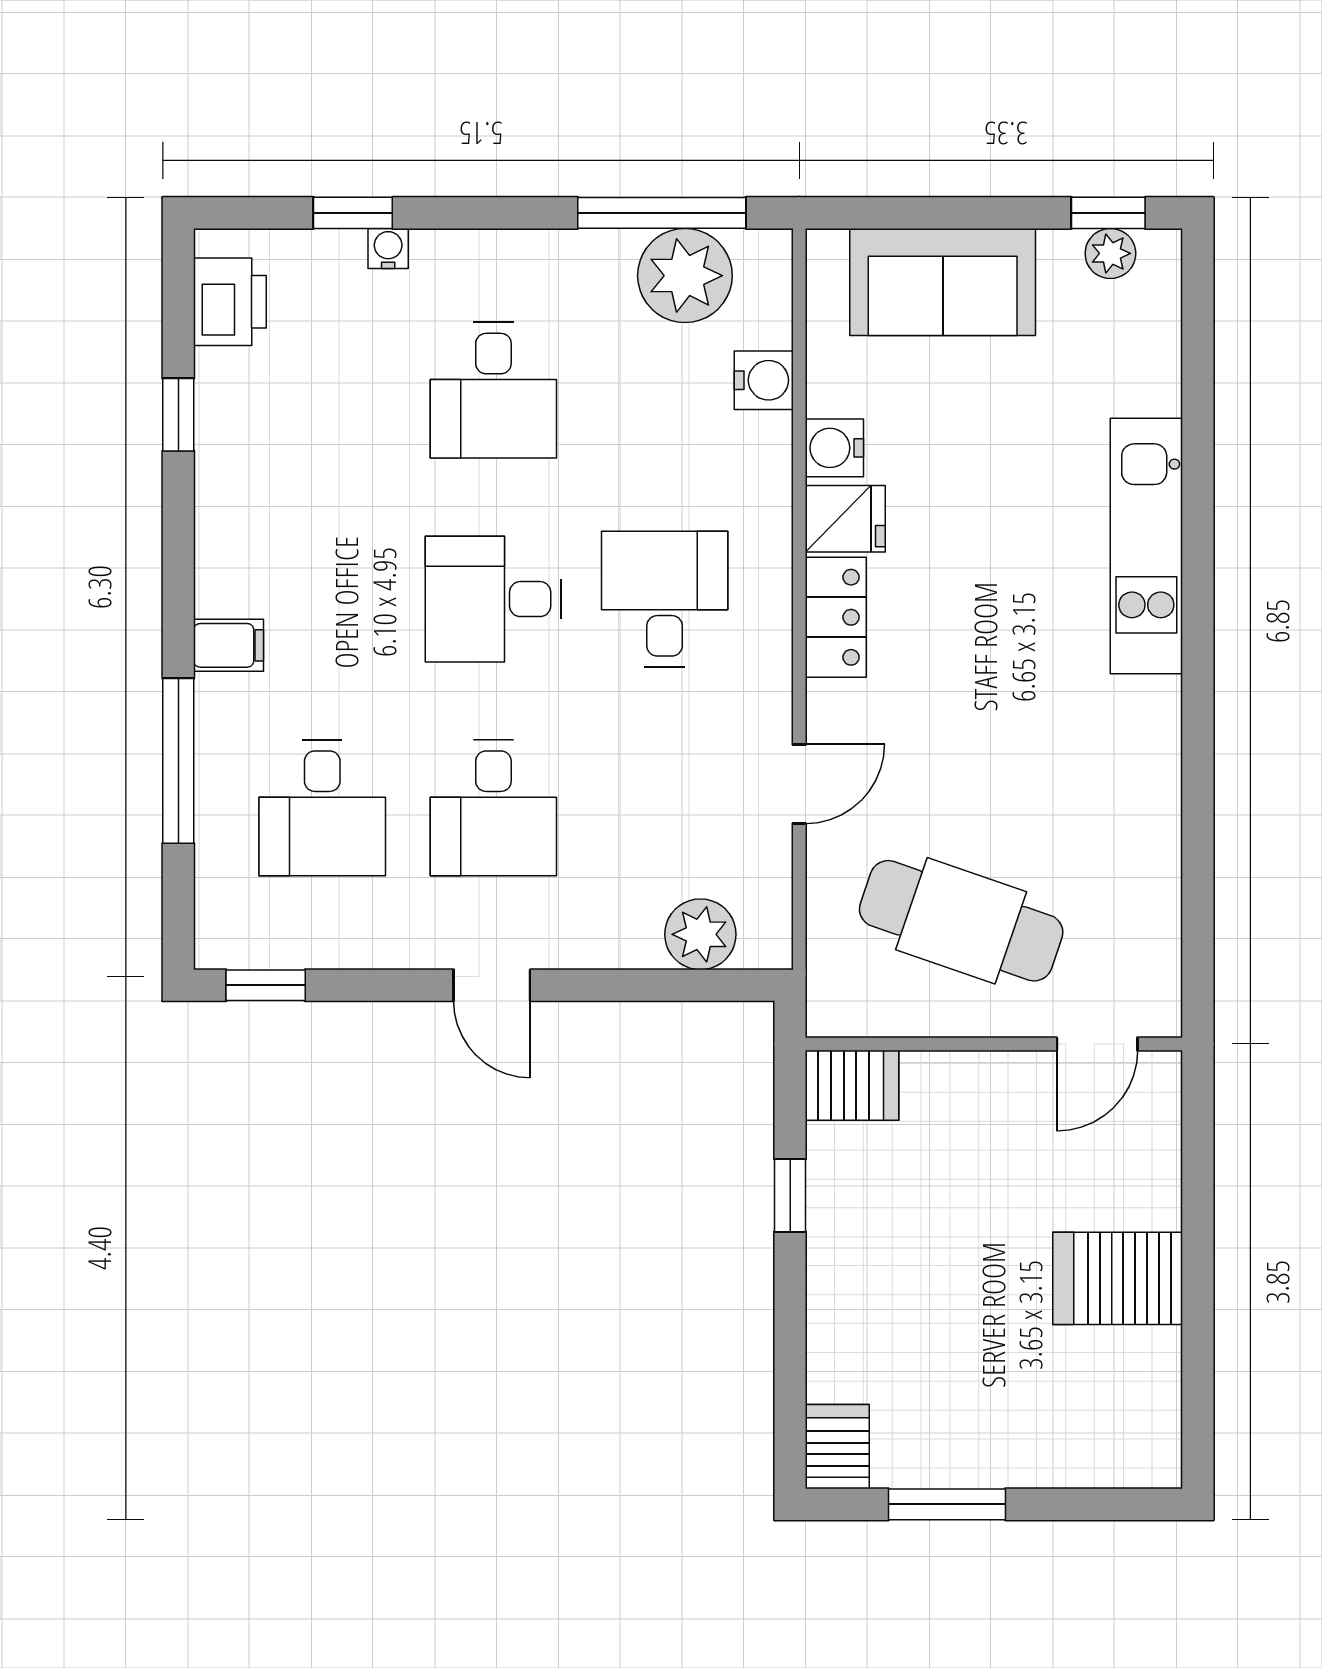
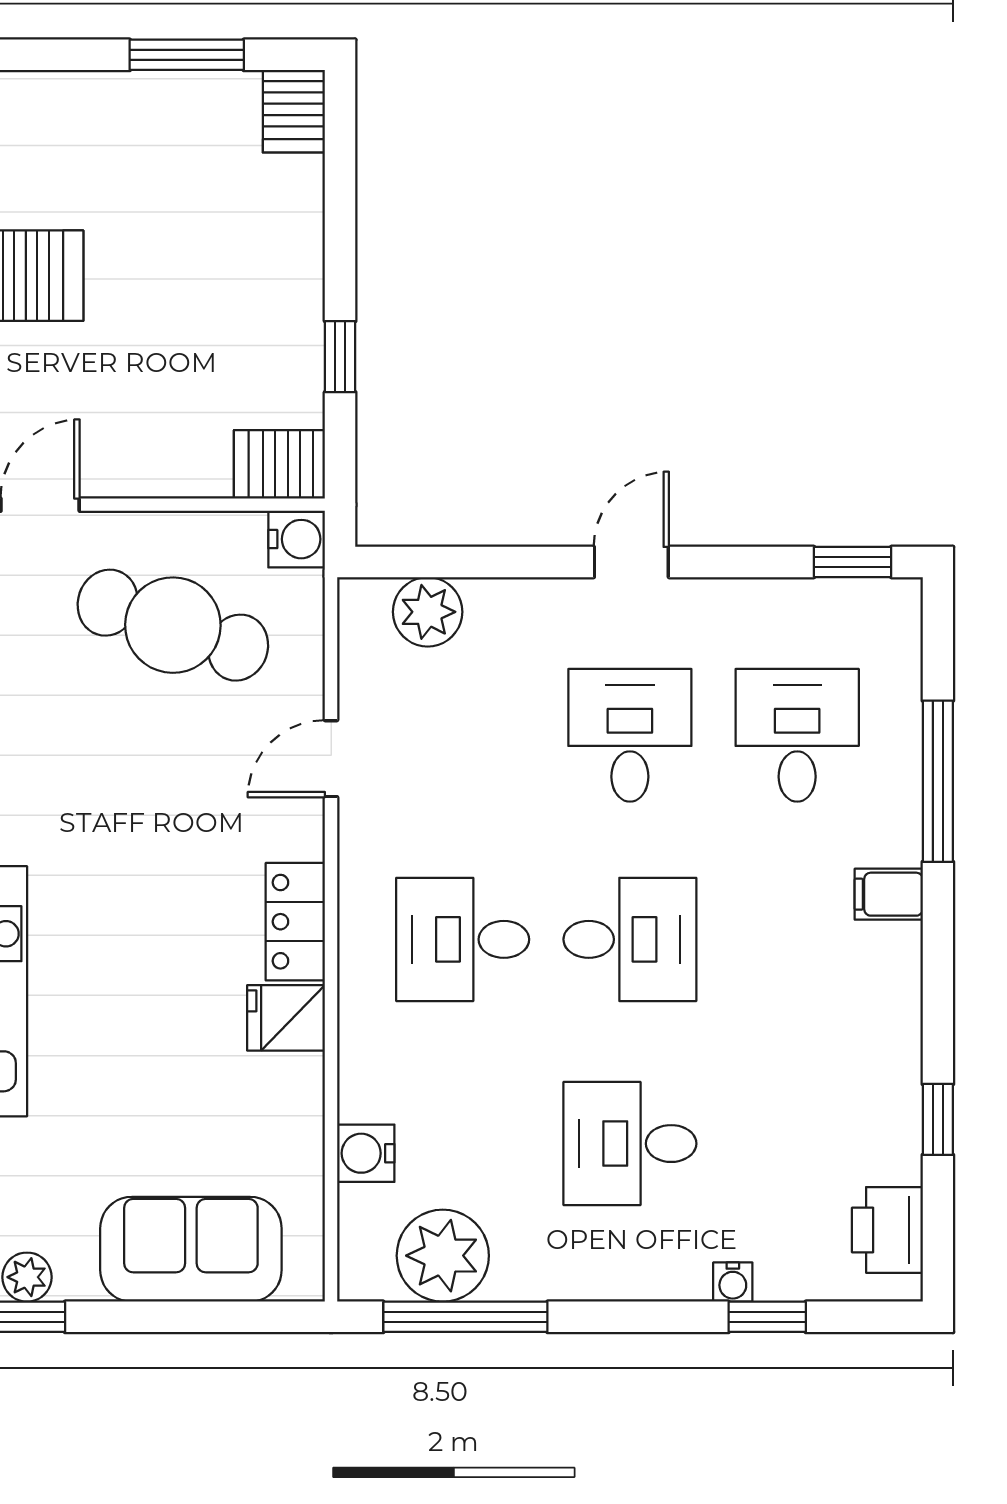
desk: (493, 390) -> (630, 1144), turned -90
water cooler: (834, 448) -> (297, 539), moved
desk: (665, 599) -> (463, 939), turned 90
door: (492, 985) -> (631, 562), hinge flipped

